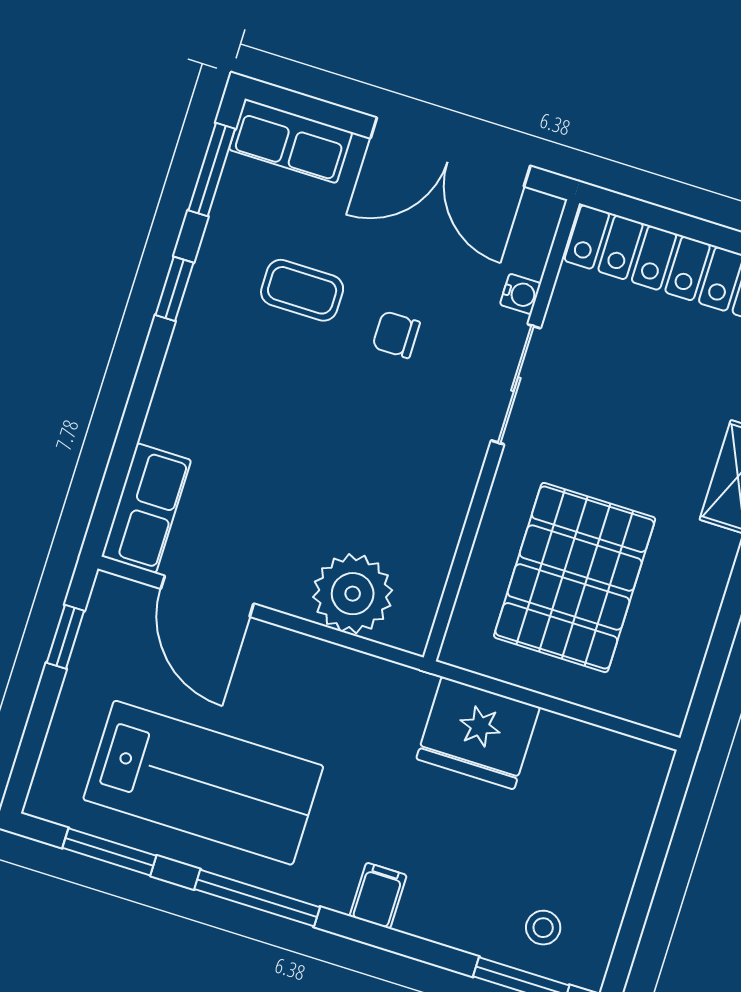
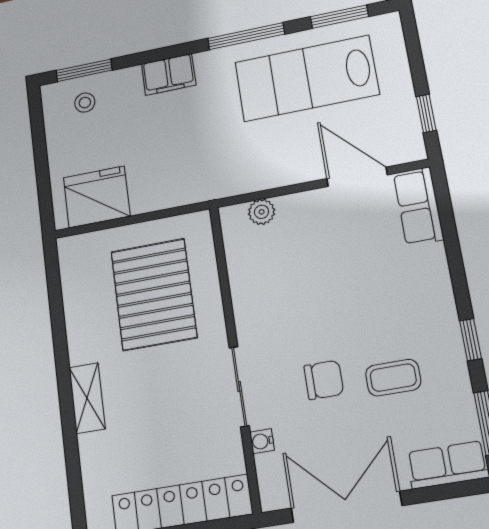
chair: (396, 335) -> (324, 380), width x1.37, depth x1.37
plant: (353, 594) -> (262, 212), width x0.53, depth x0.53
fridge: (478, 733) -> (97, 197), moved
filing cabinet: (378, 896) -> (169, 75), width x2.00

